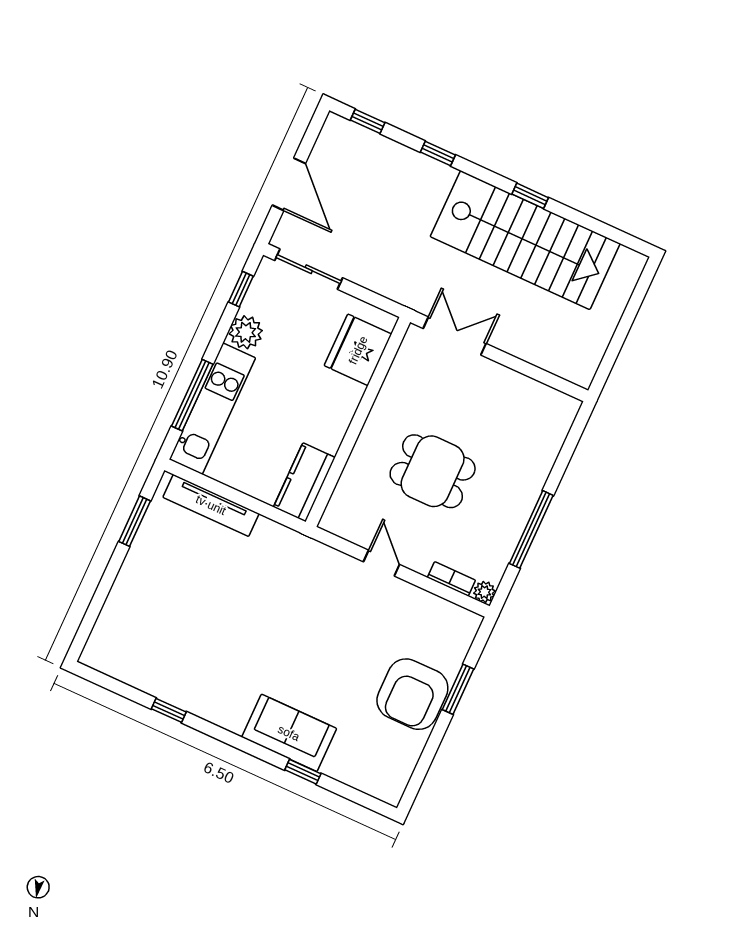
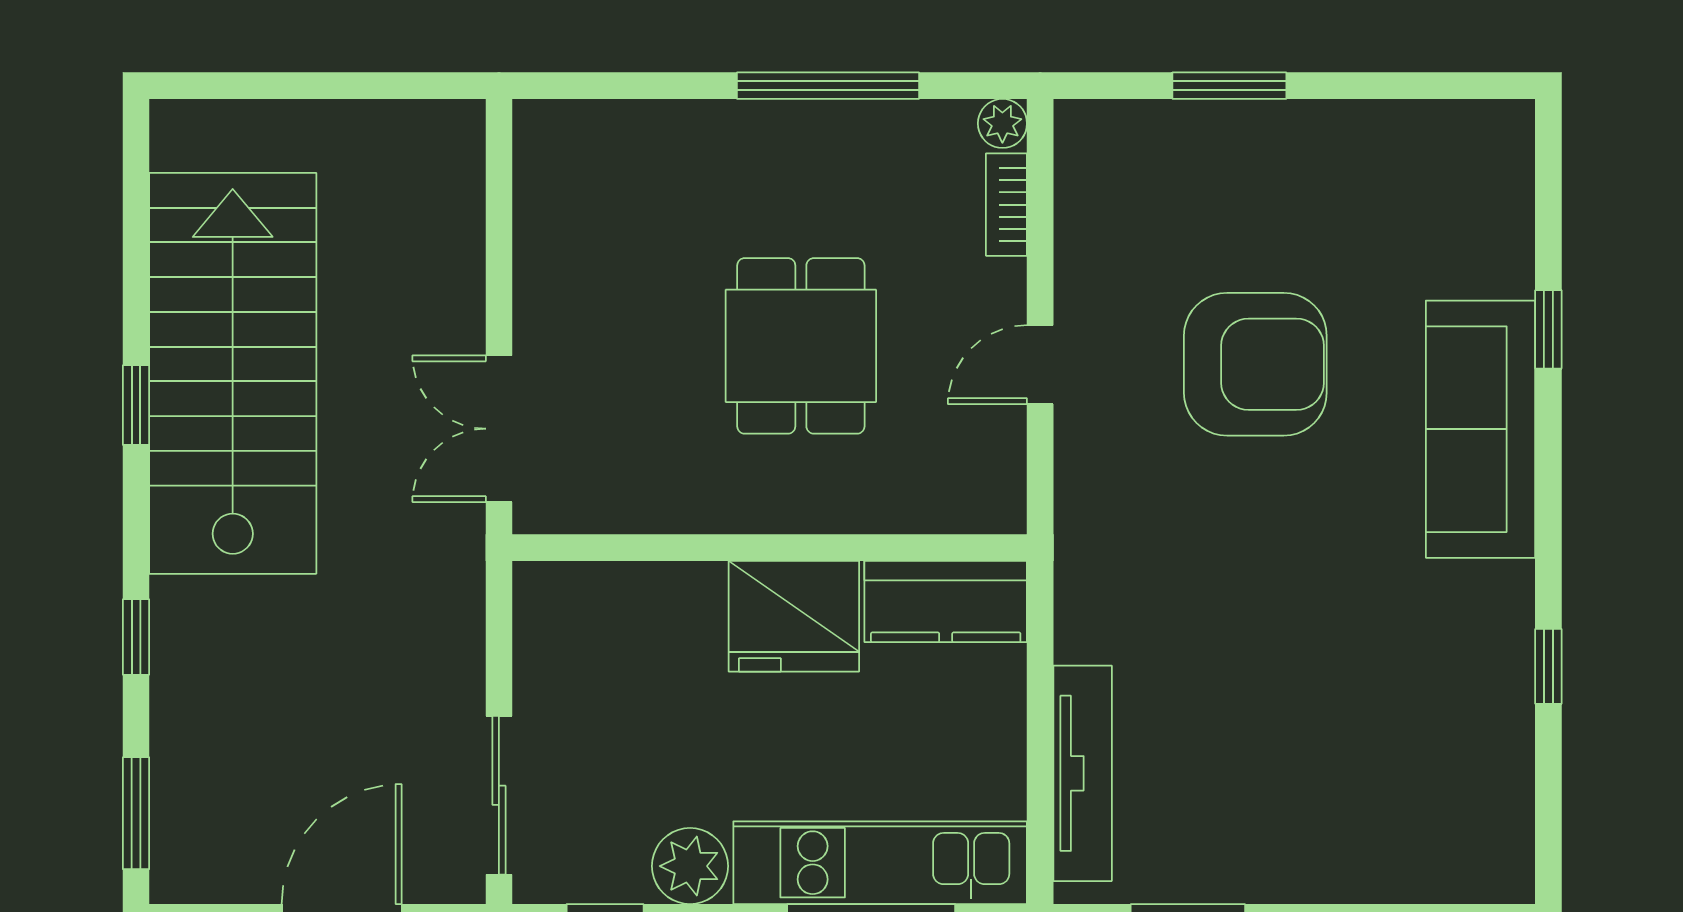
window: (368, 121) -> (136, 813), width x1.50
fridge: (358, 350) -> (794, 616), moved
armchair: (412, 694) -> (1255, 364), moved
sofa: (289, 733) -> (1480, 429), width x1.36

